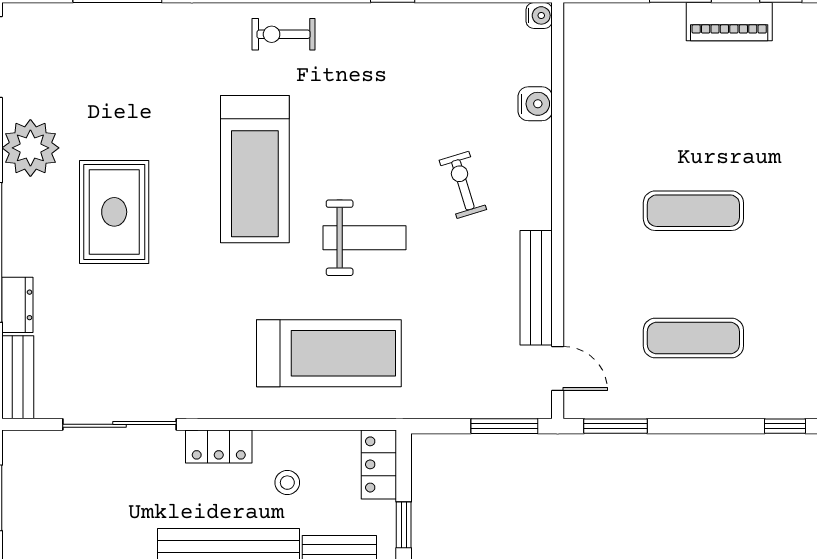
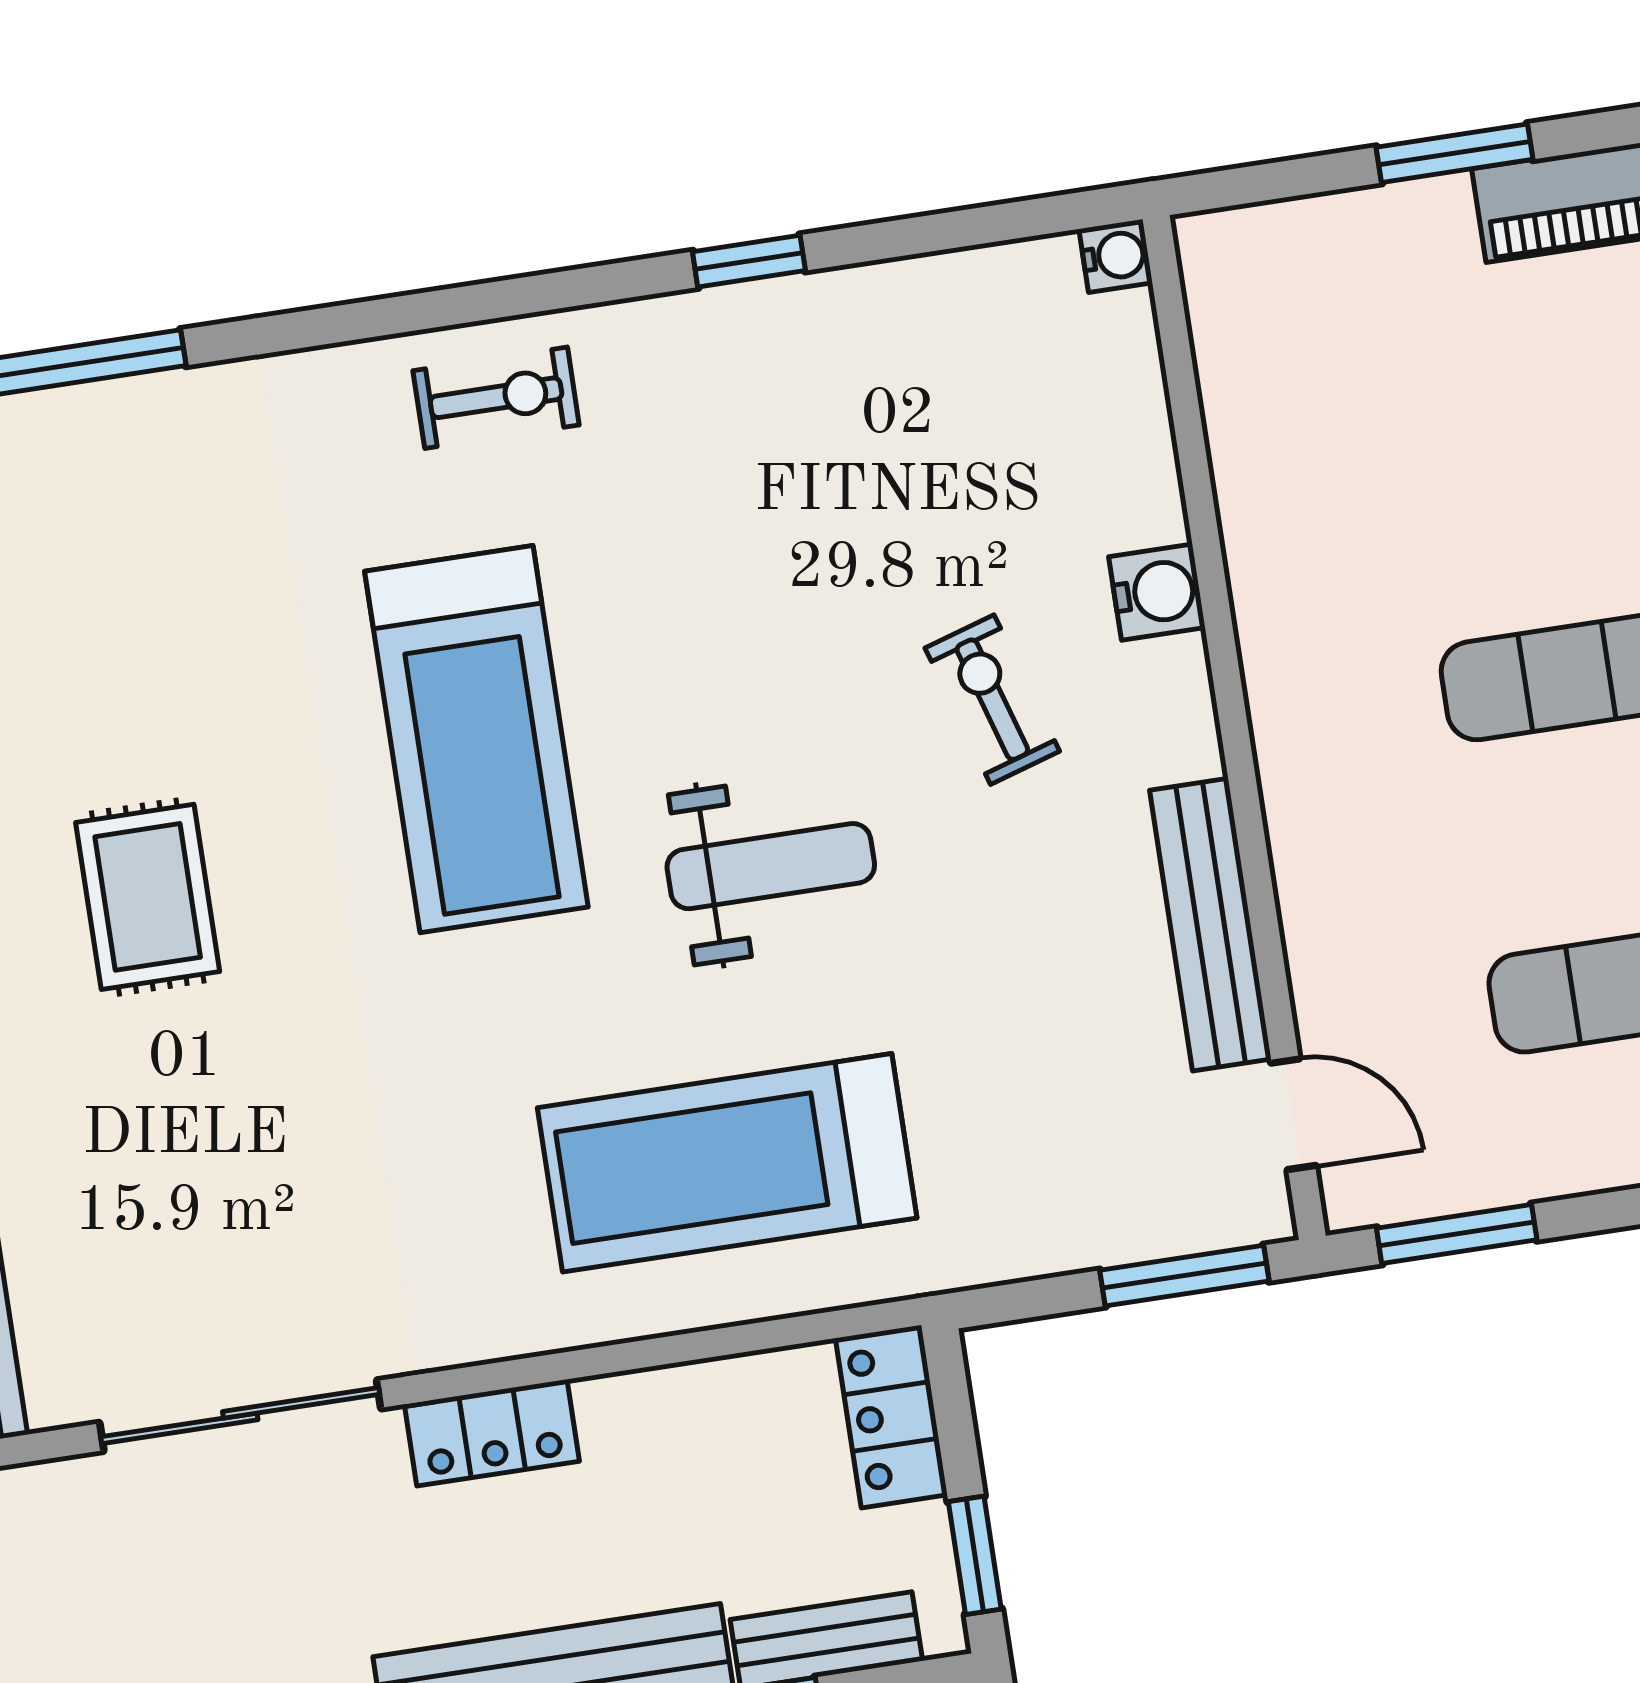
exercise bike: (284, 34) -> (496, 398), turned 180
water cooler: (535, 104) -> (1157, 592), moved
rug: (114, 212) -> (148, 897), width x0.73, depth x0.70
treadmill: (329, 353) -> (727, 1163), turned 180
stool: (287, 483) -> (674, 1495), removed

